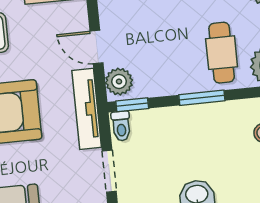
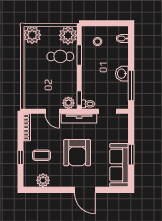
door: (97, 47) -> (52, 111), hinge flipped
window: (202, 98) -> (79, 55), moved

